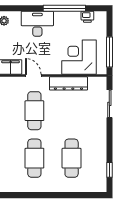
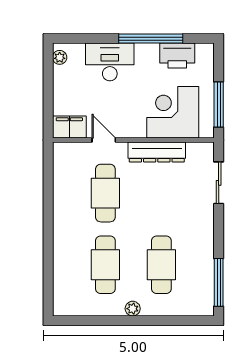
printer: (87, 17) -> (177, 56), width x1.87, depth x1.48
window: (109, 170) -> (219, 282), width x2.17
plant: (52, 187) -> (133, 309), added

